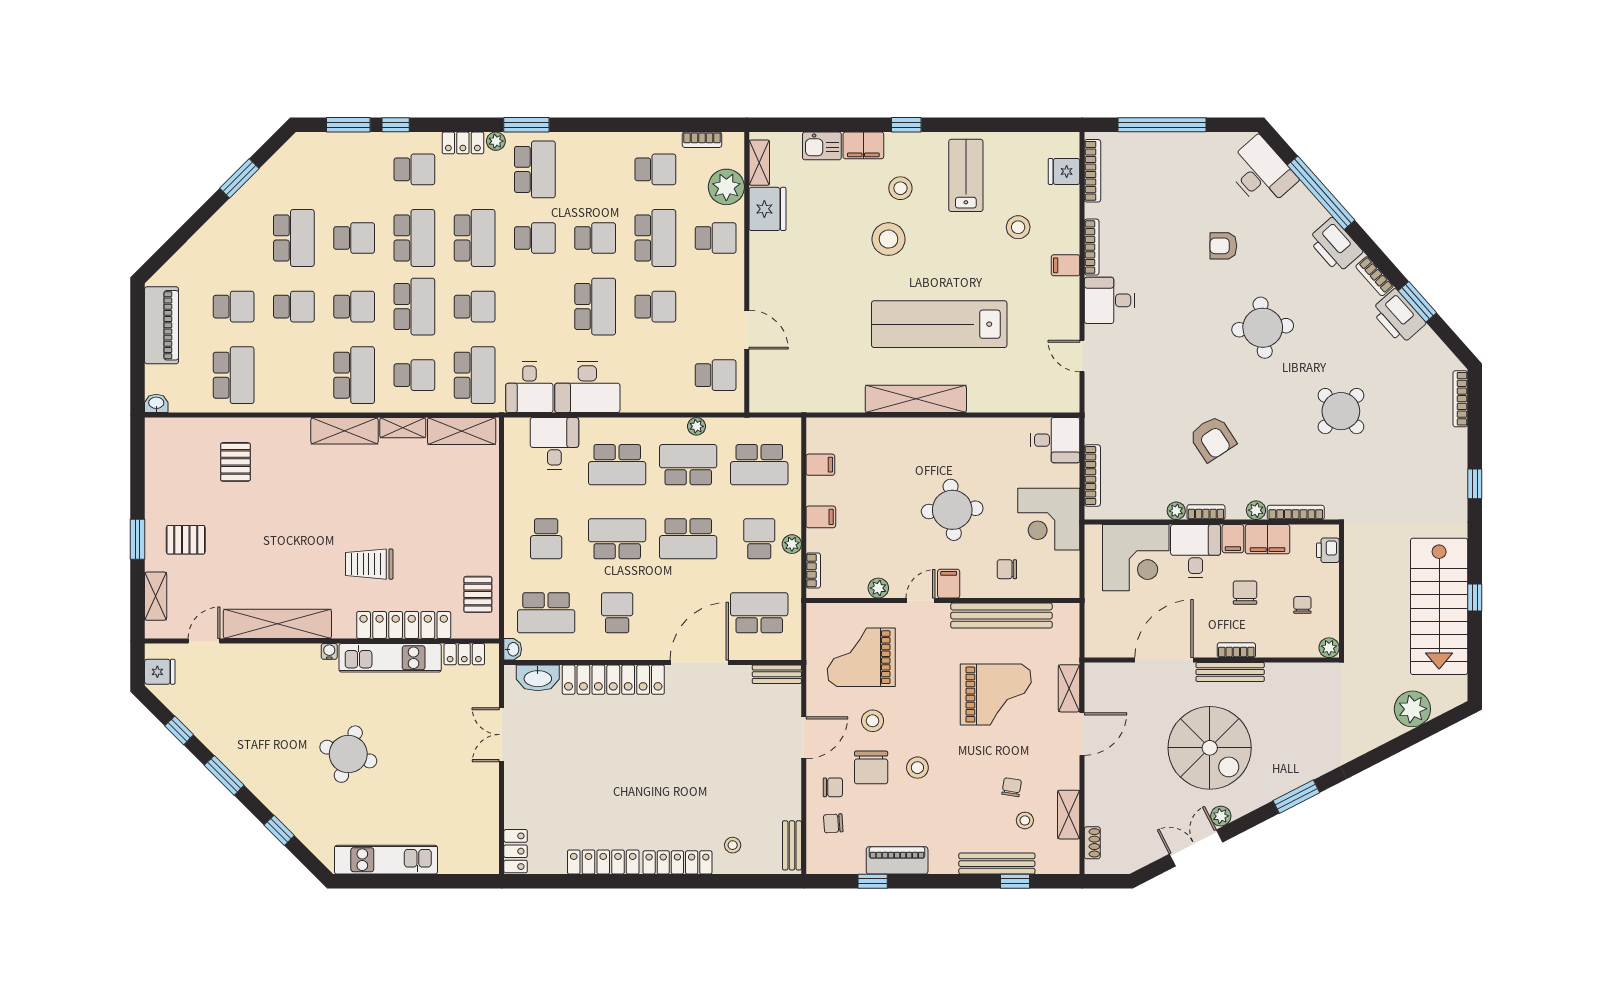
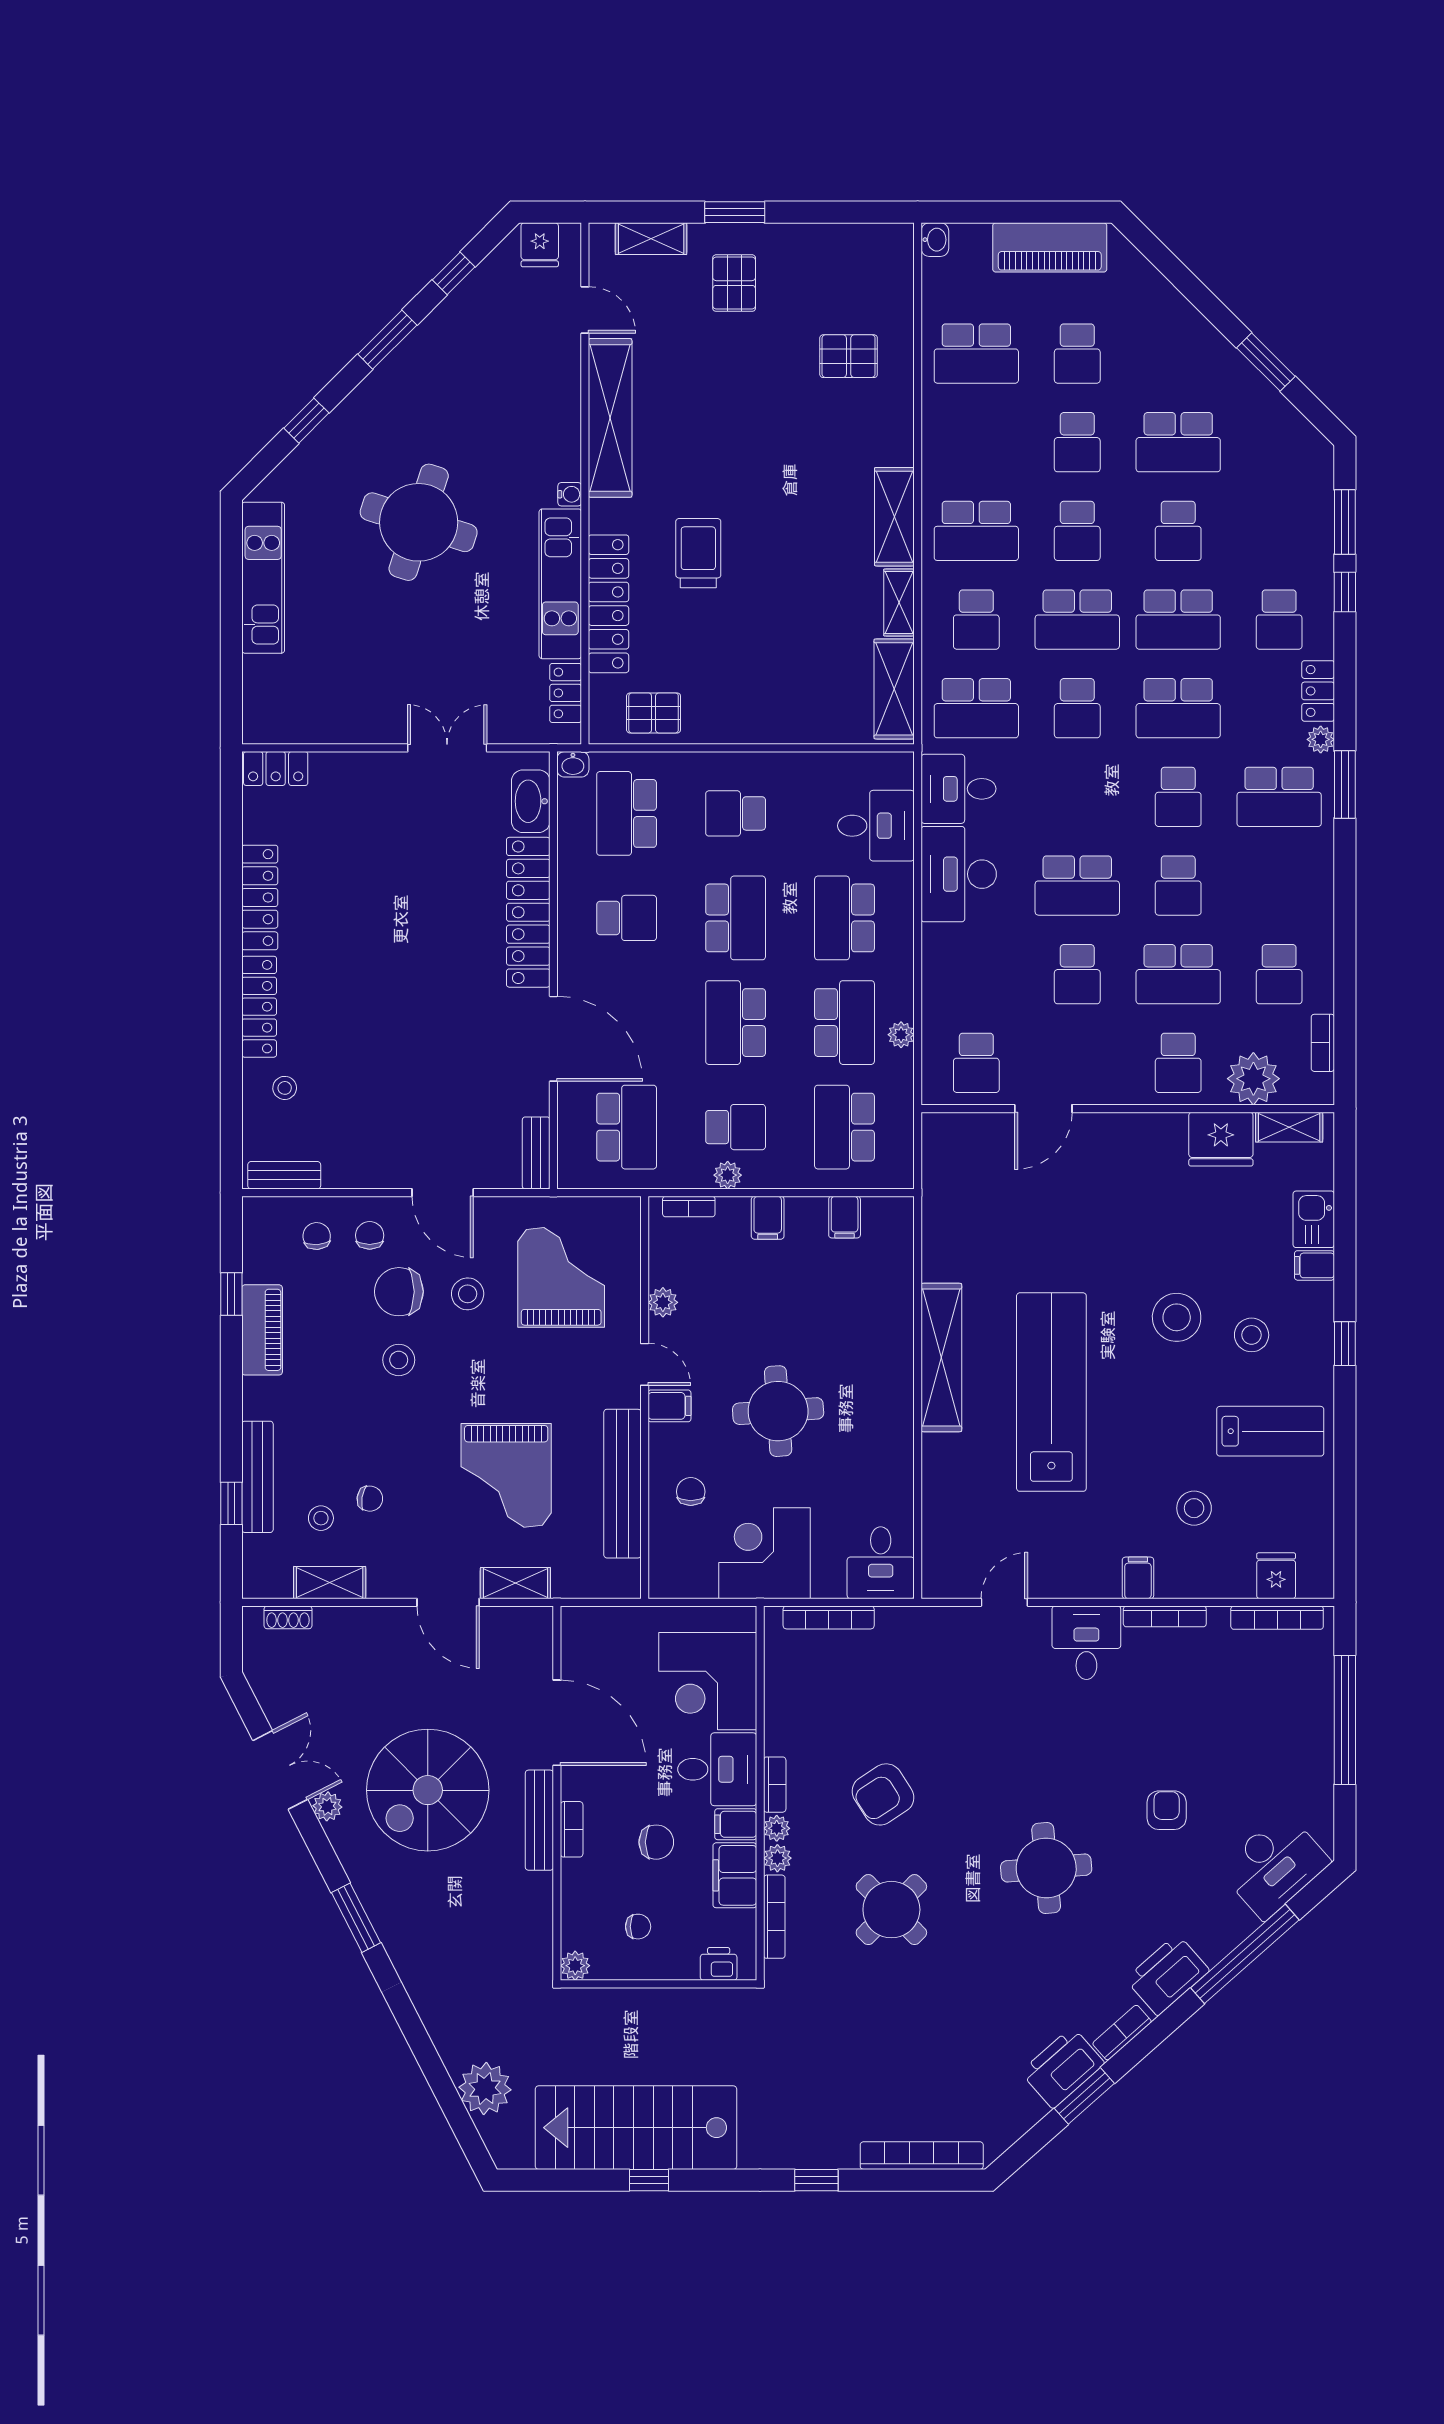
filing cabinet: (863, 145) -> (1314, 1265), width x0.50
bookcase: (1460, 399) -> (922, 2156), width x1.48, depth x1.31
round table: (1341, 411) -> (891, 1910), moved
plant: (1176, 511) -> (777, 1828), moved
round table: (348, 754) -> (419, 522), width x1.36, depth x1.36
chair: (833, 787) -> (370, 1235), turned 180

